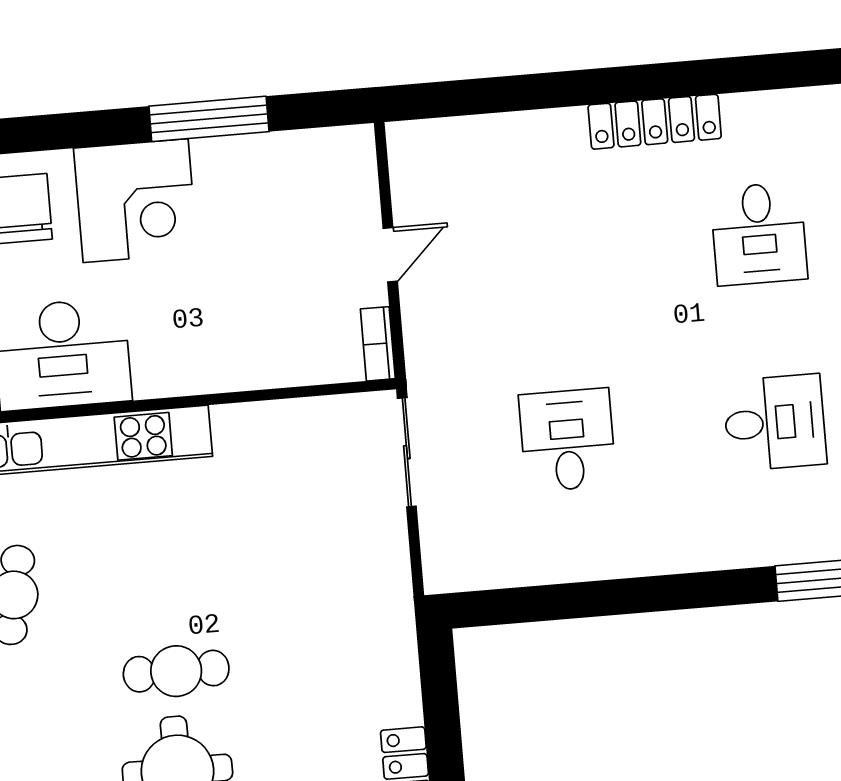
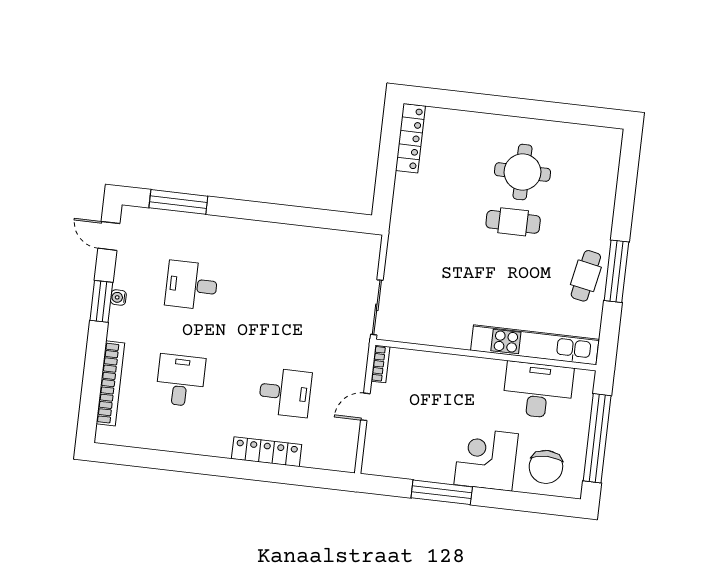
locker: (655, 122) -> (267, 452), moved
desk: (567, 440) -> (285, 393), moved, turned -90

